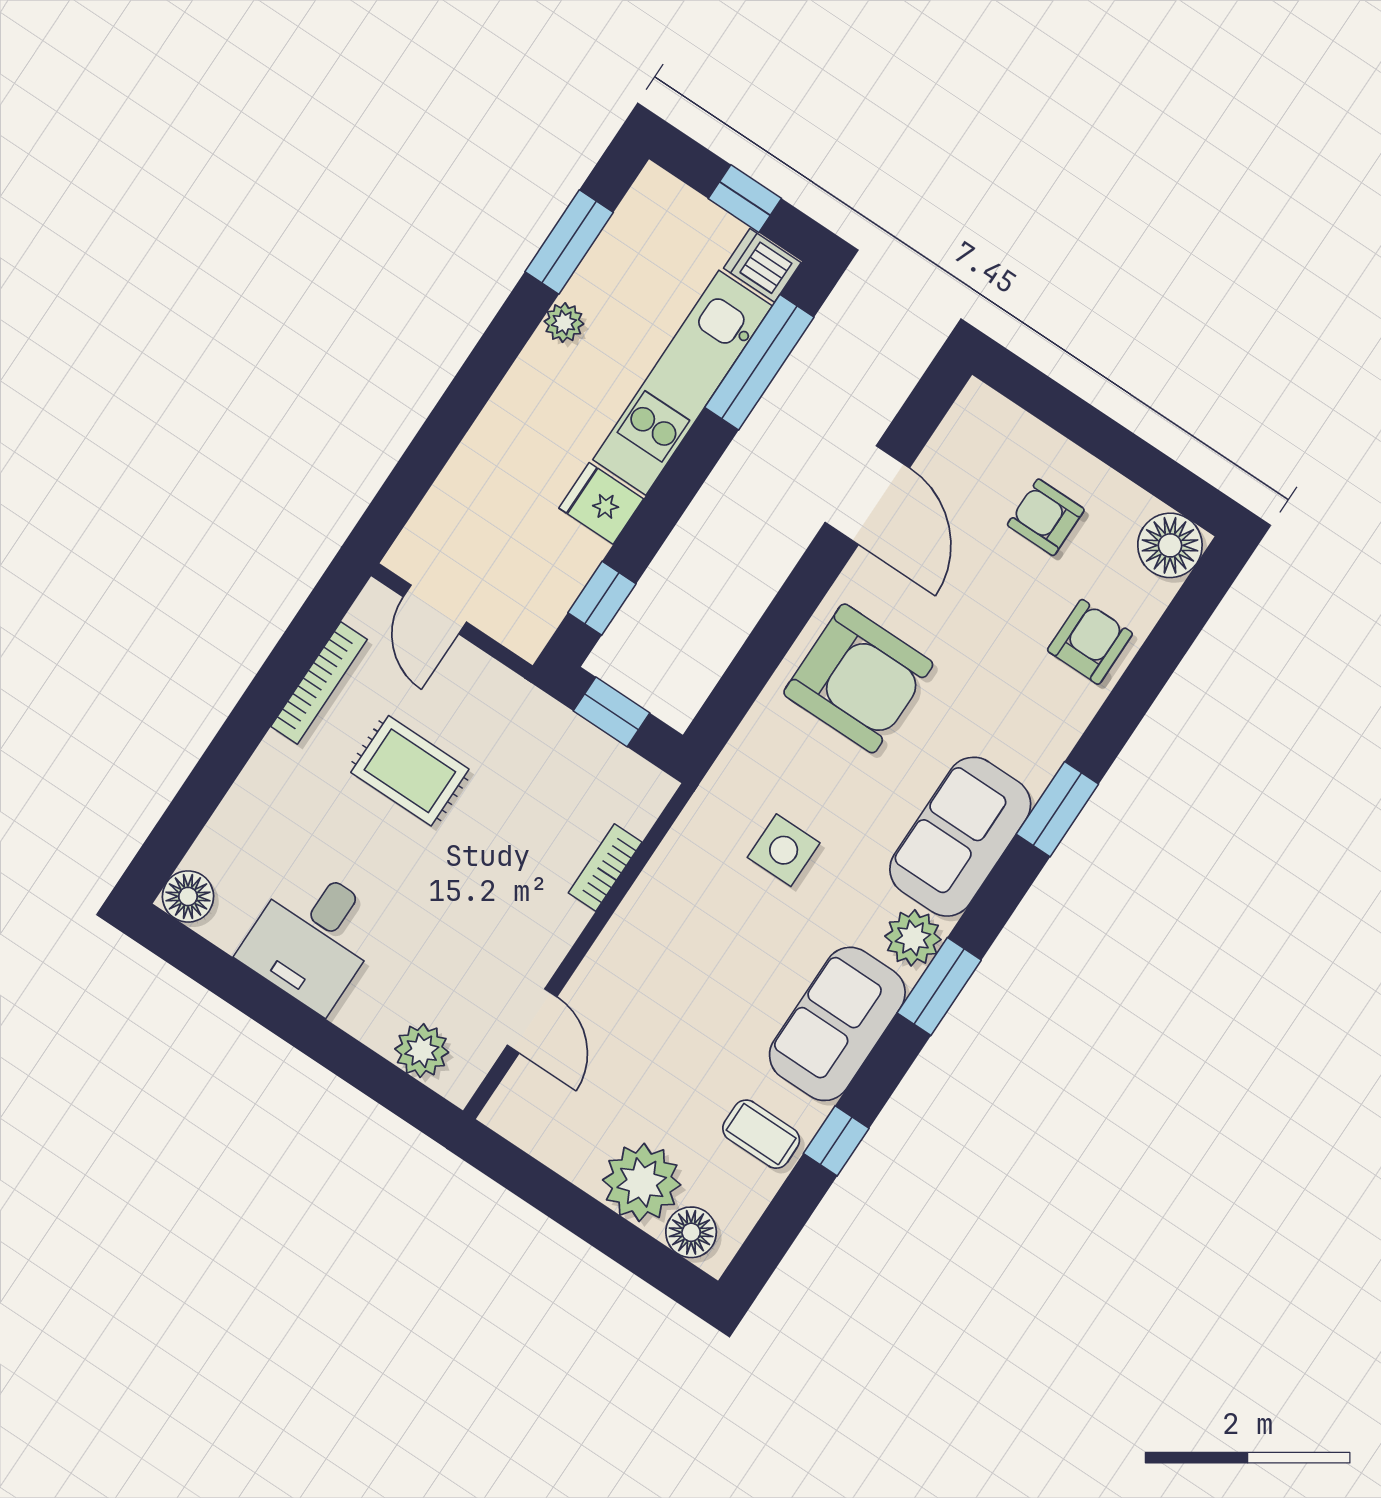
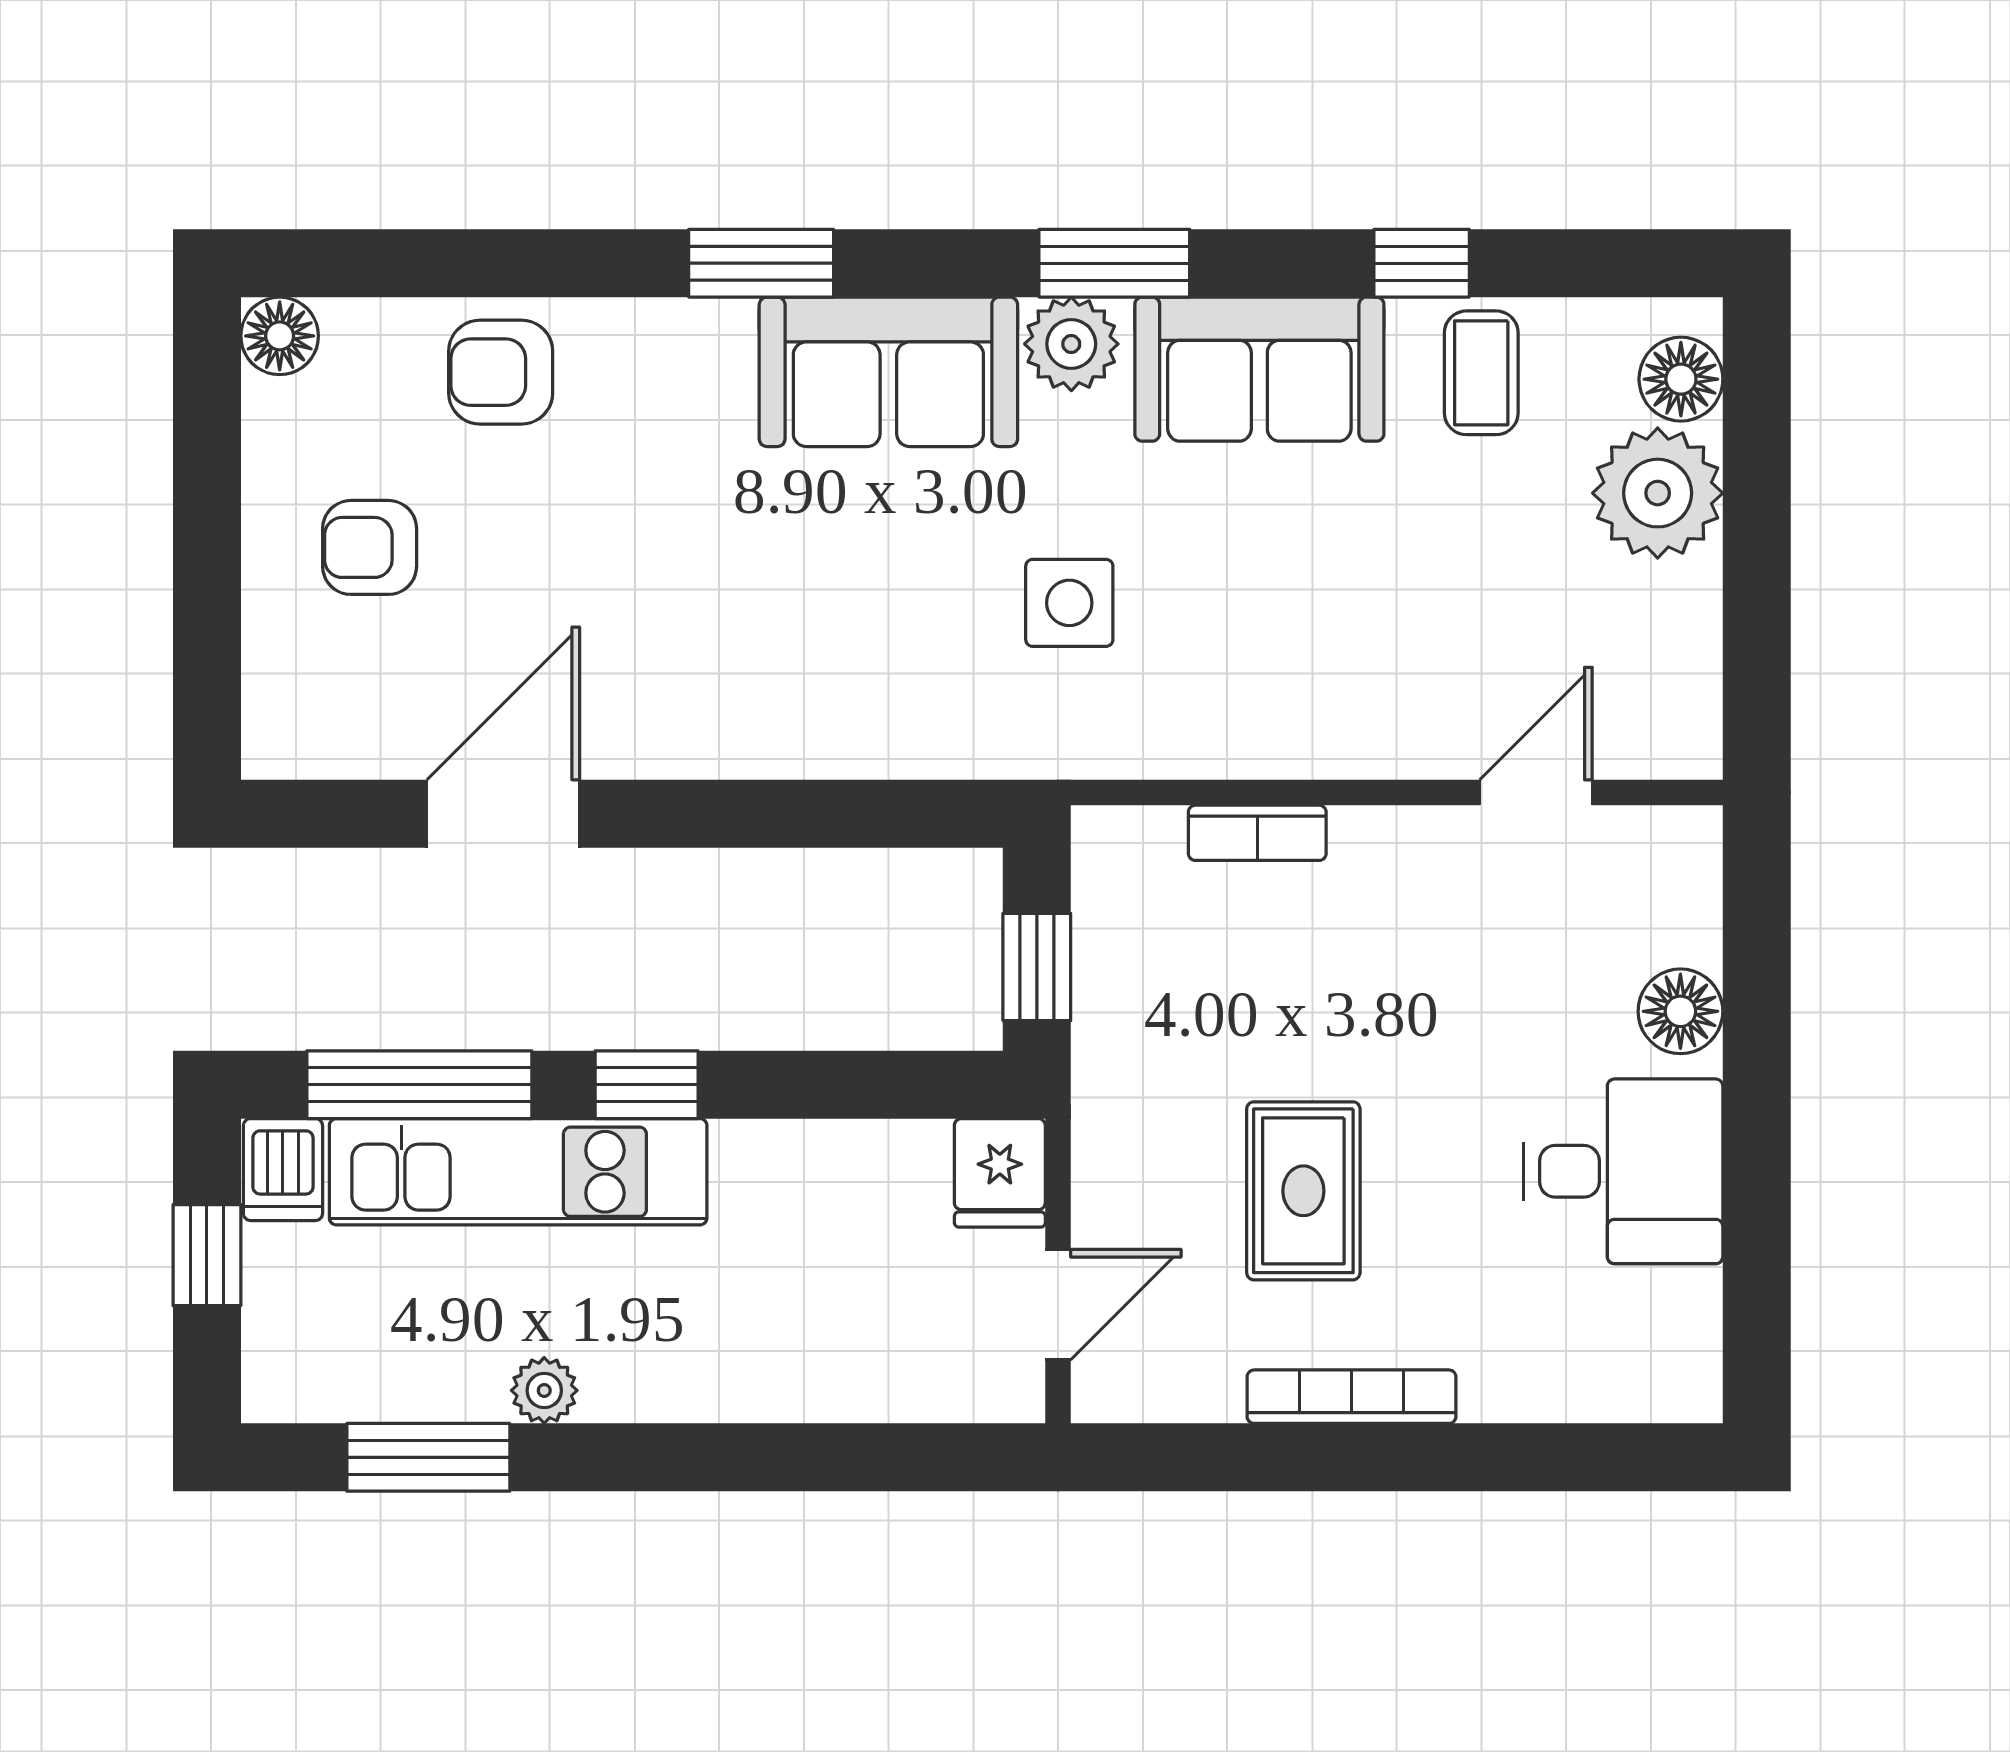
fridge: (601, 503) -> (1000, 1173), moved
armchair: (1046, 517) -> (370, 547), turned 90
floor lamp: (1170, 545) -> (280, 336), width x0.73, depth x0.73
window: (602, 598) -> (647, 1085), moved
armchair: (858, 678) -> (764, 658), removed
bookcase: (319, 683) -> (1352, 1397), moved
floor lamp: (188, 896) -> (1680, 1011), moved
plant: (422, 1051) -> (1678, 917), removed

